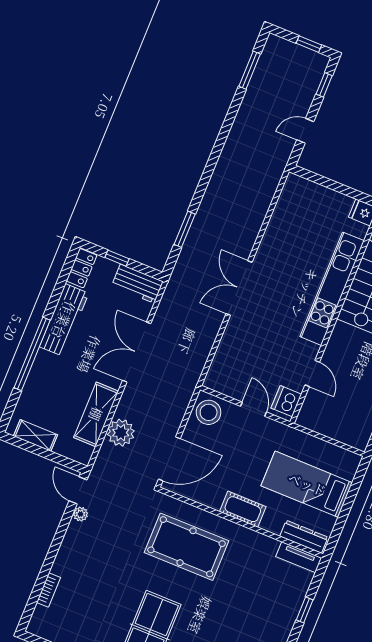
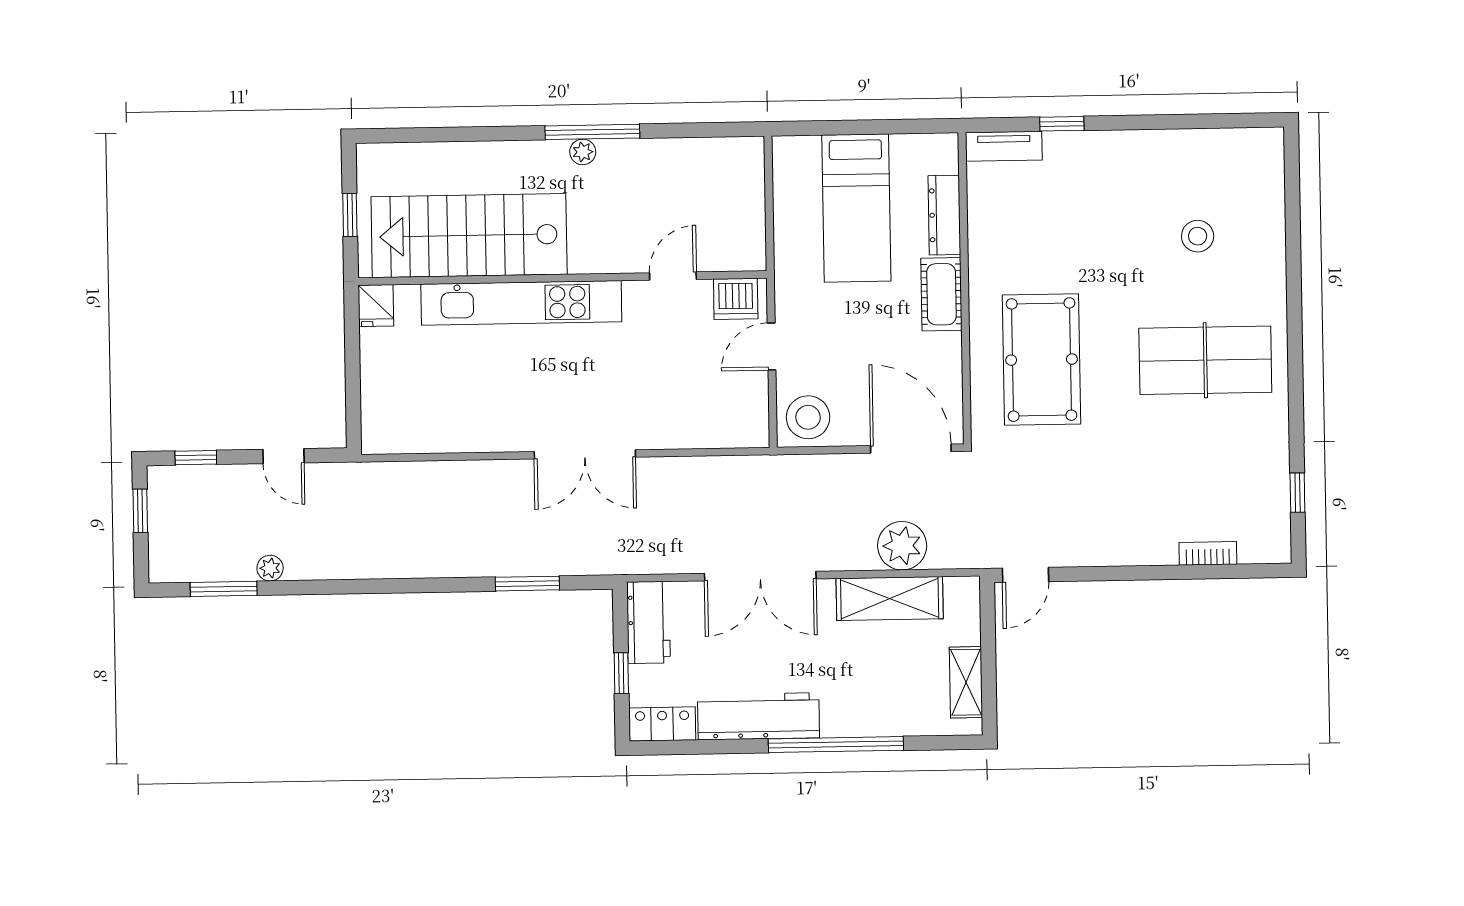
plant: (81, 514) -> (270, 568), moved
dresser: (304, 537) -> (944, 215), moved
tv unit: (299, 557) -> (1004, 146), moved, turned 90

